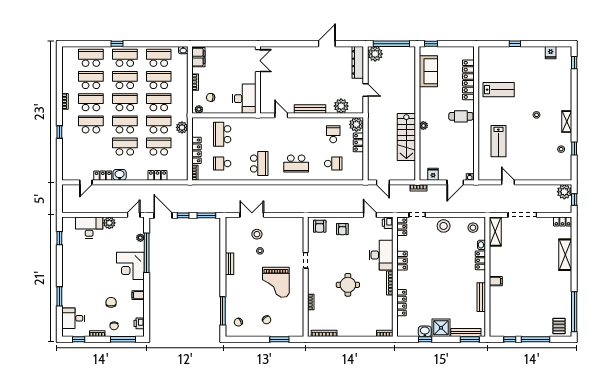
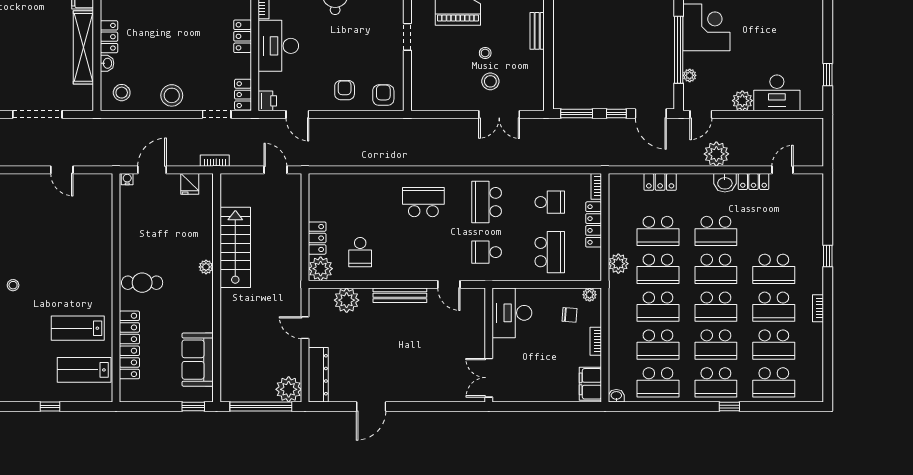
lab bench: (498, 141) -> (84, 370), moved, turned -90
school desk: (333, 164) -> (487, 252), moved
plant: (125, 192) -> (716, 154), added
shelving: (495, 232) -> (83, 47), moved, width x1.47

